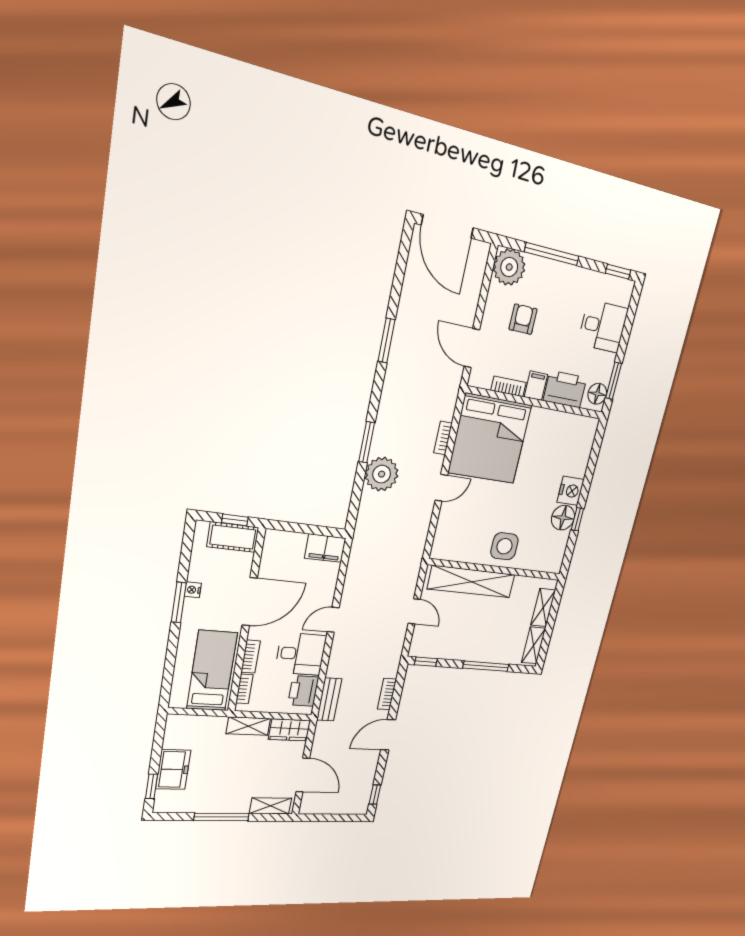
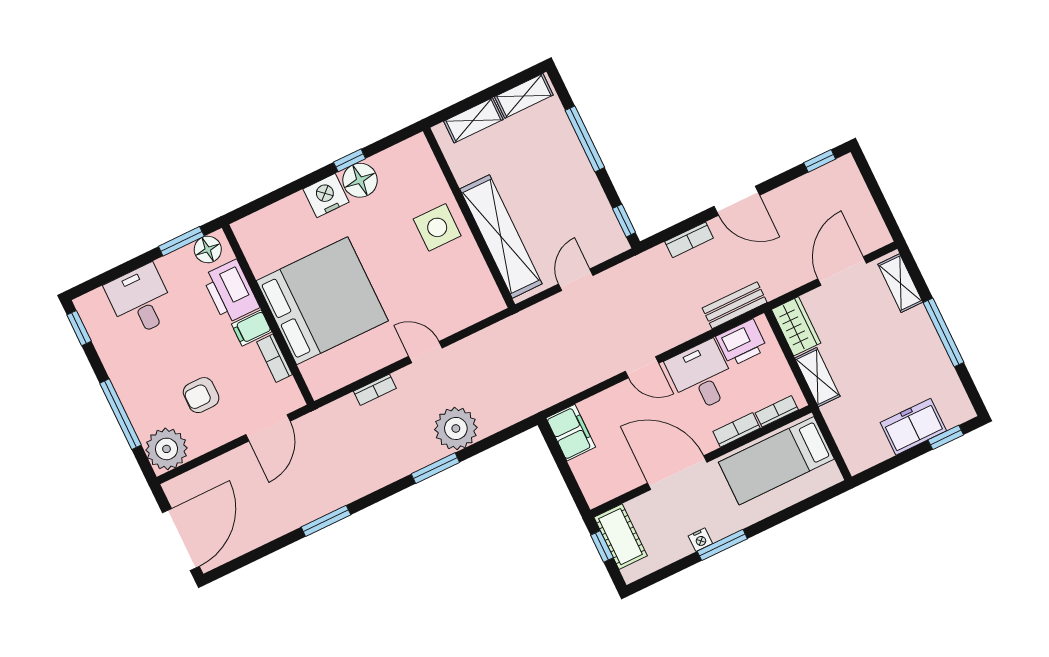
bed: (490, 439) -> (322, 301), moved

